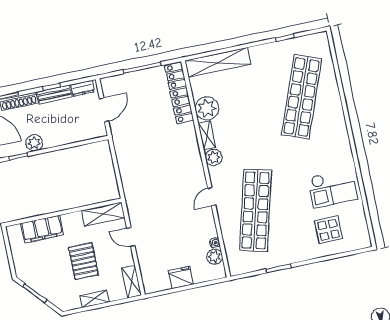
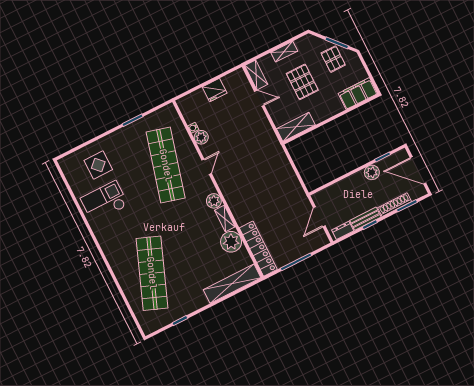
filing cabinet: (42, 229) -> (358, 94), moved
door: (131, 237) -> (259, 98), moved
plant: (215, 257) -> (201, 137), moved
pallet: (43, 277) -> (333, 59), added

